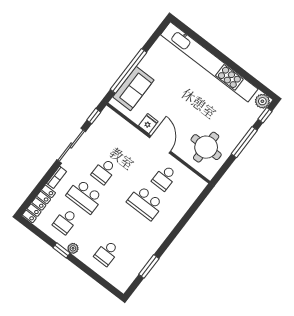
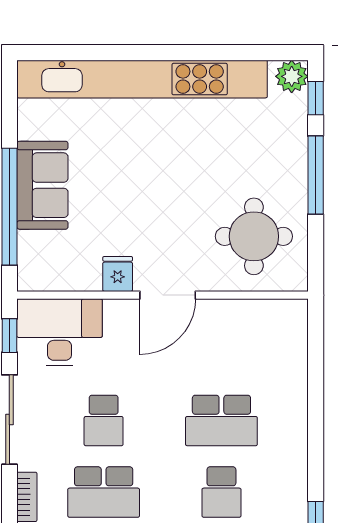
sofa: (133, 89) -> (42, 185), moved
desk: (112, 128) -> (60, 332), added
door: (160, 145) -> (168, 295), swing flipped
school desk: (164, 178) -> (221, 492), moved

